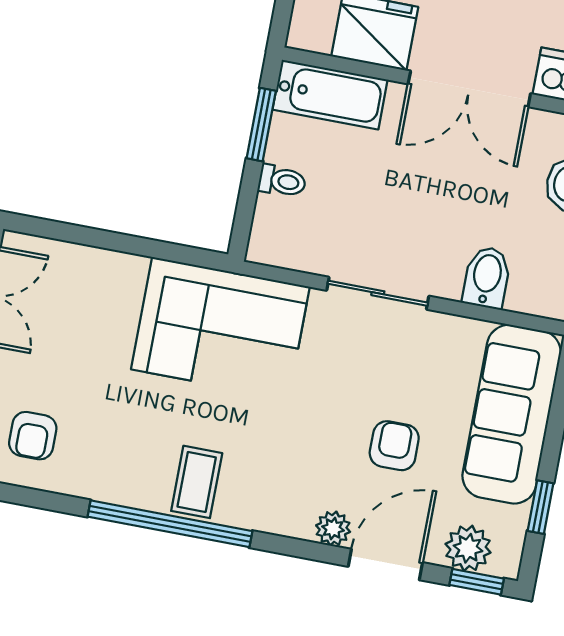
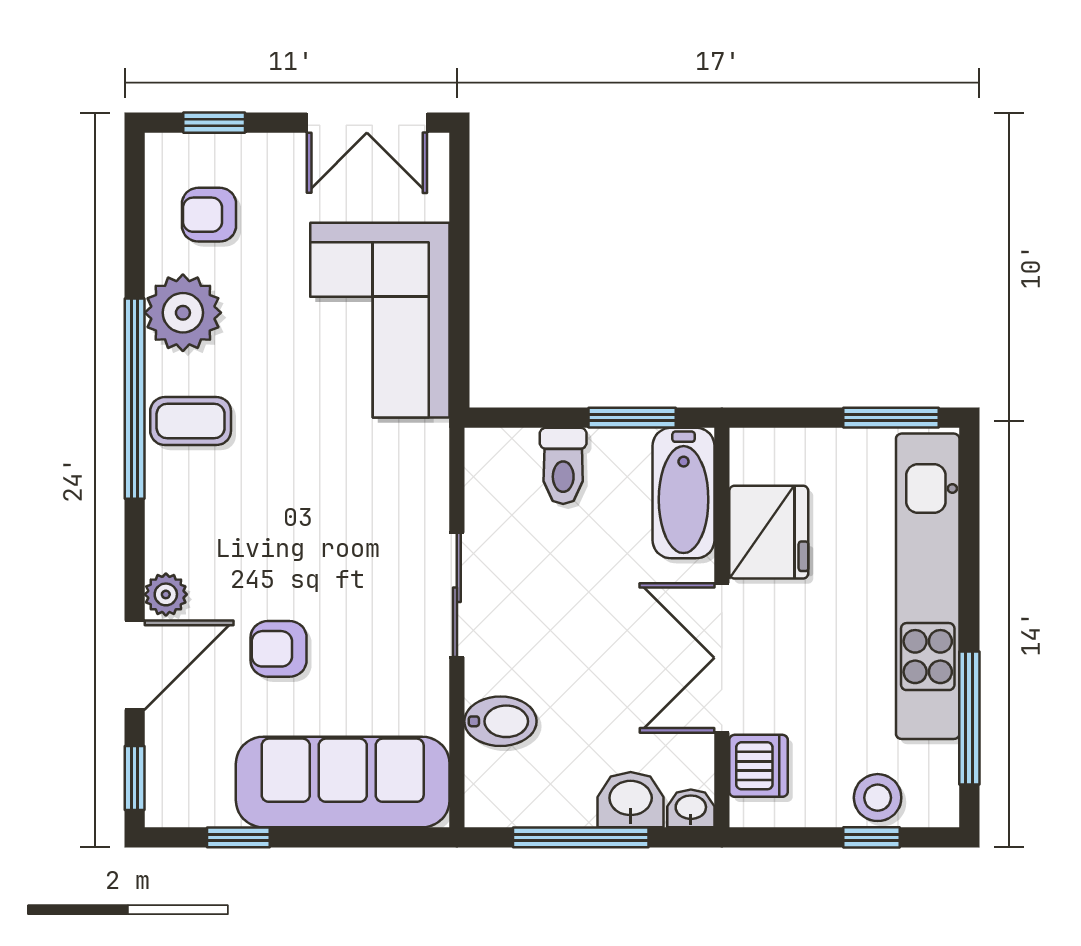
toilet: (282, 181) -> (563, 466), width x1.37, depth x1.39
corner sofa: (220, 328) -> (380, 320), moved
armchair: (394, 446) -> (279, 649), turned 180
plant: (468, 548) -> (183, 313), moved, width x1.36, depth x1.36
door: (385, 565) -> (135, 665), hinge flipped

